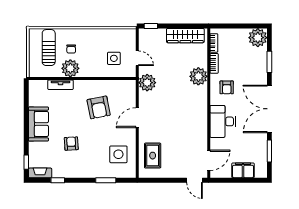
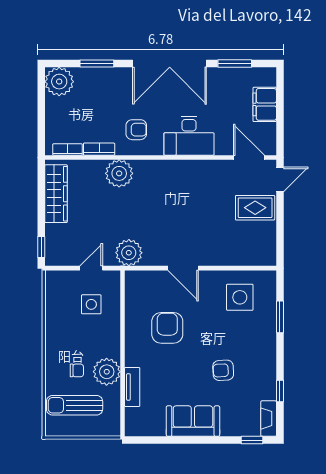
armchair: (99, 107) -> (167, 328), turned -79
rug: (153, 156) -> (255, 208), moved

